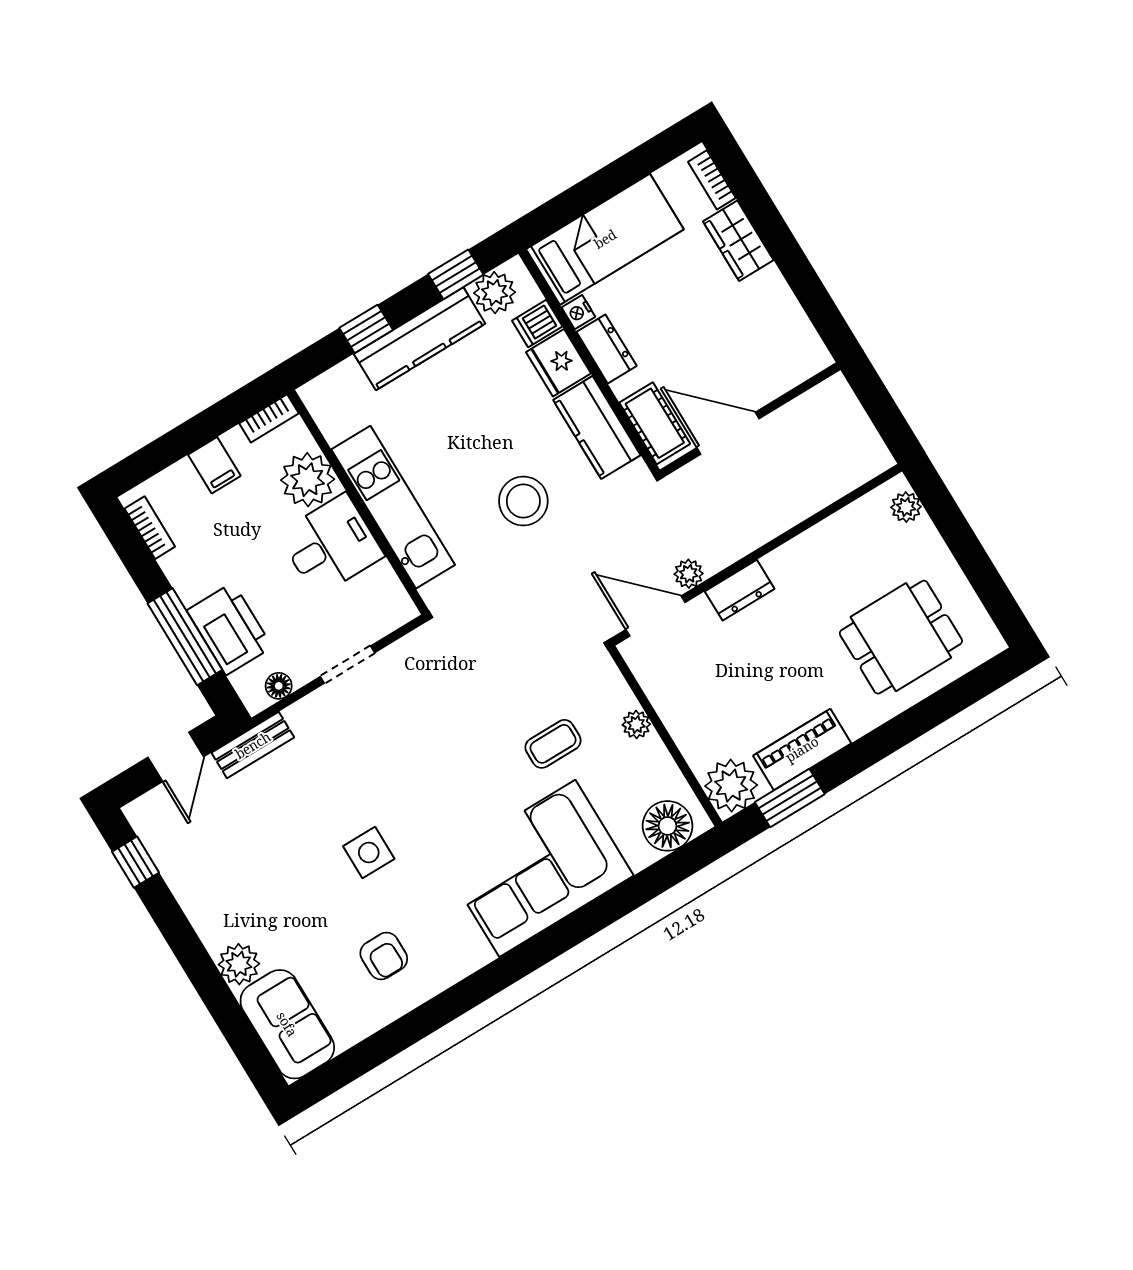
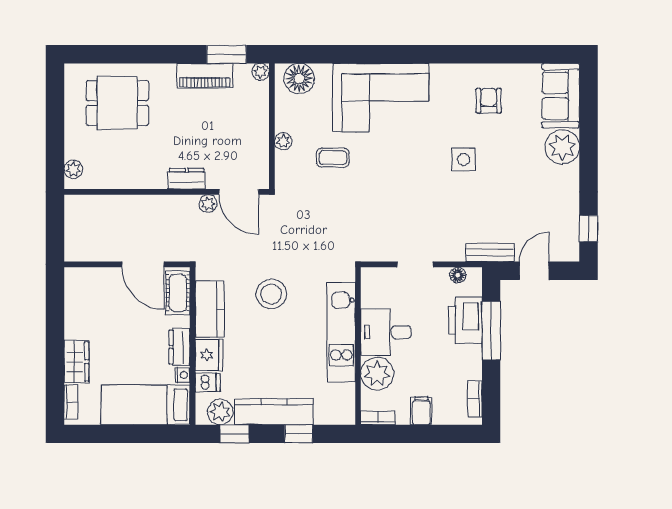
plant: (731, 786) -> (261, 72), width x0.53, depth x0.53
plant: (239, 964) -> (562, 147), width x1.36, depth x1.36

